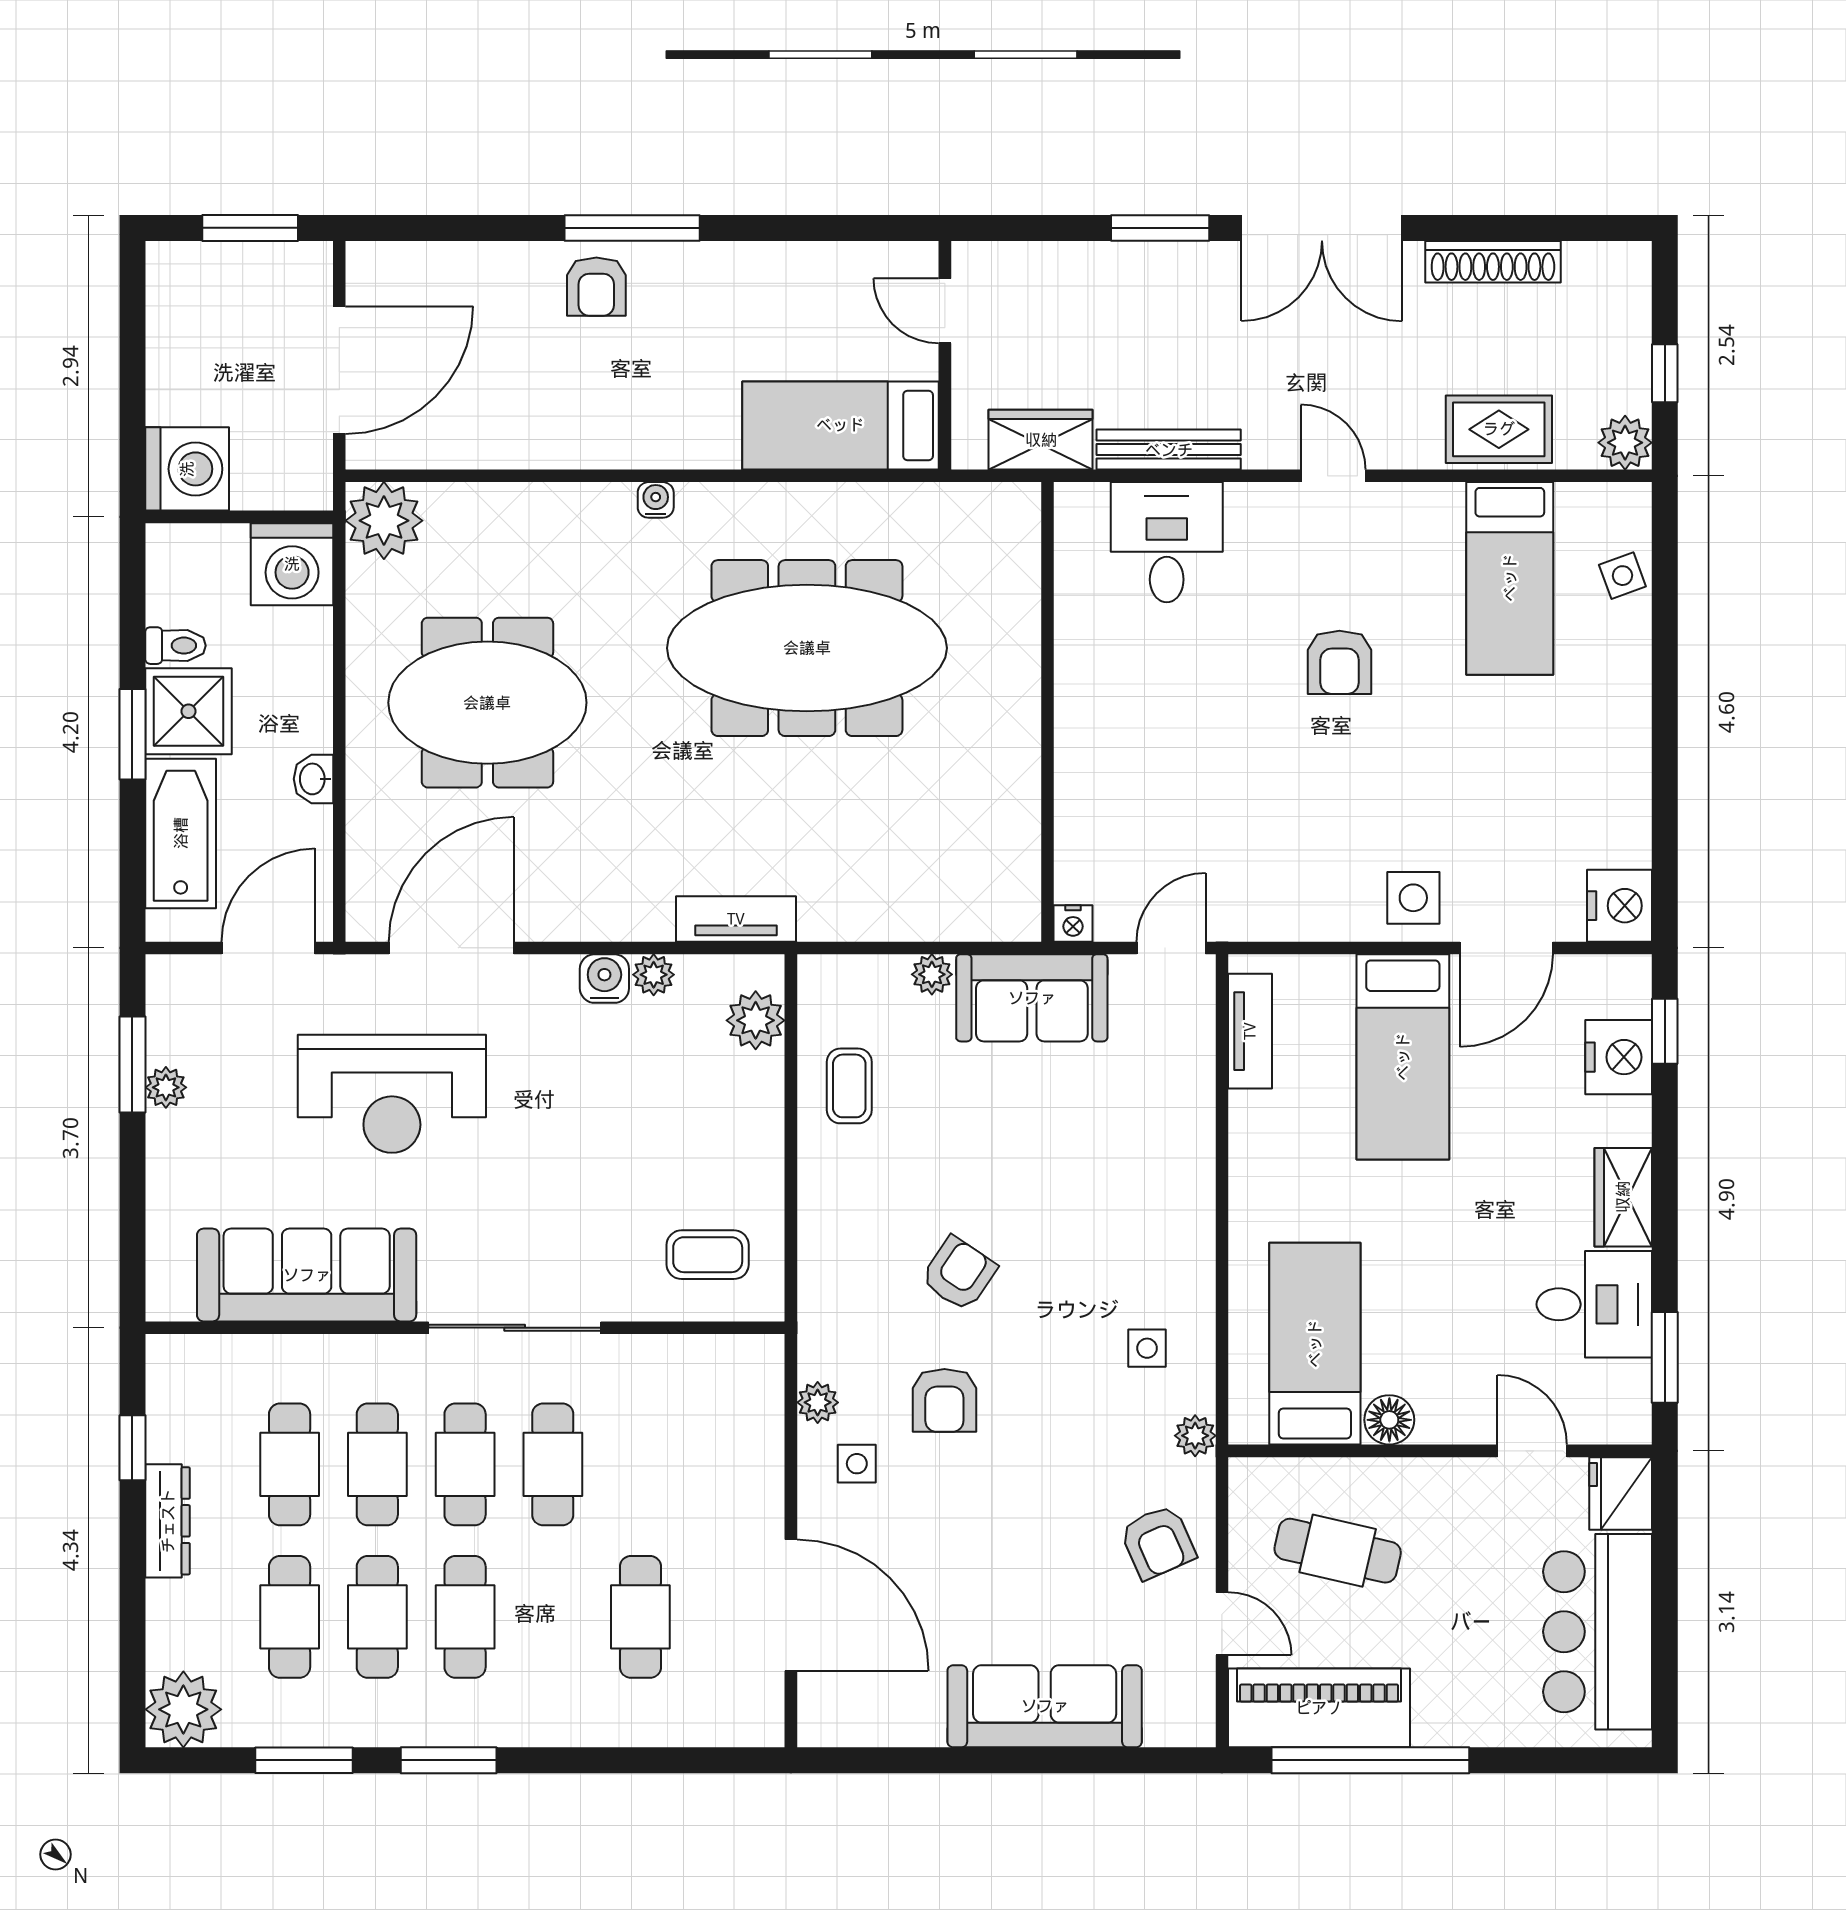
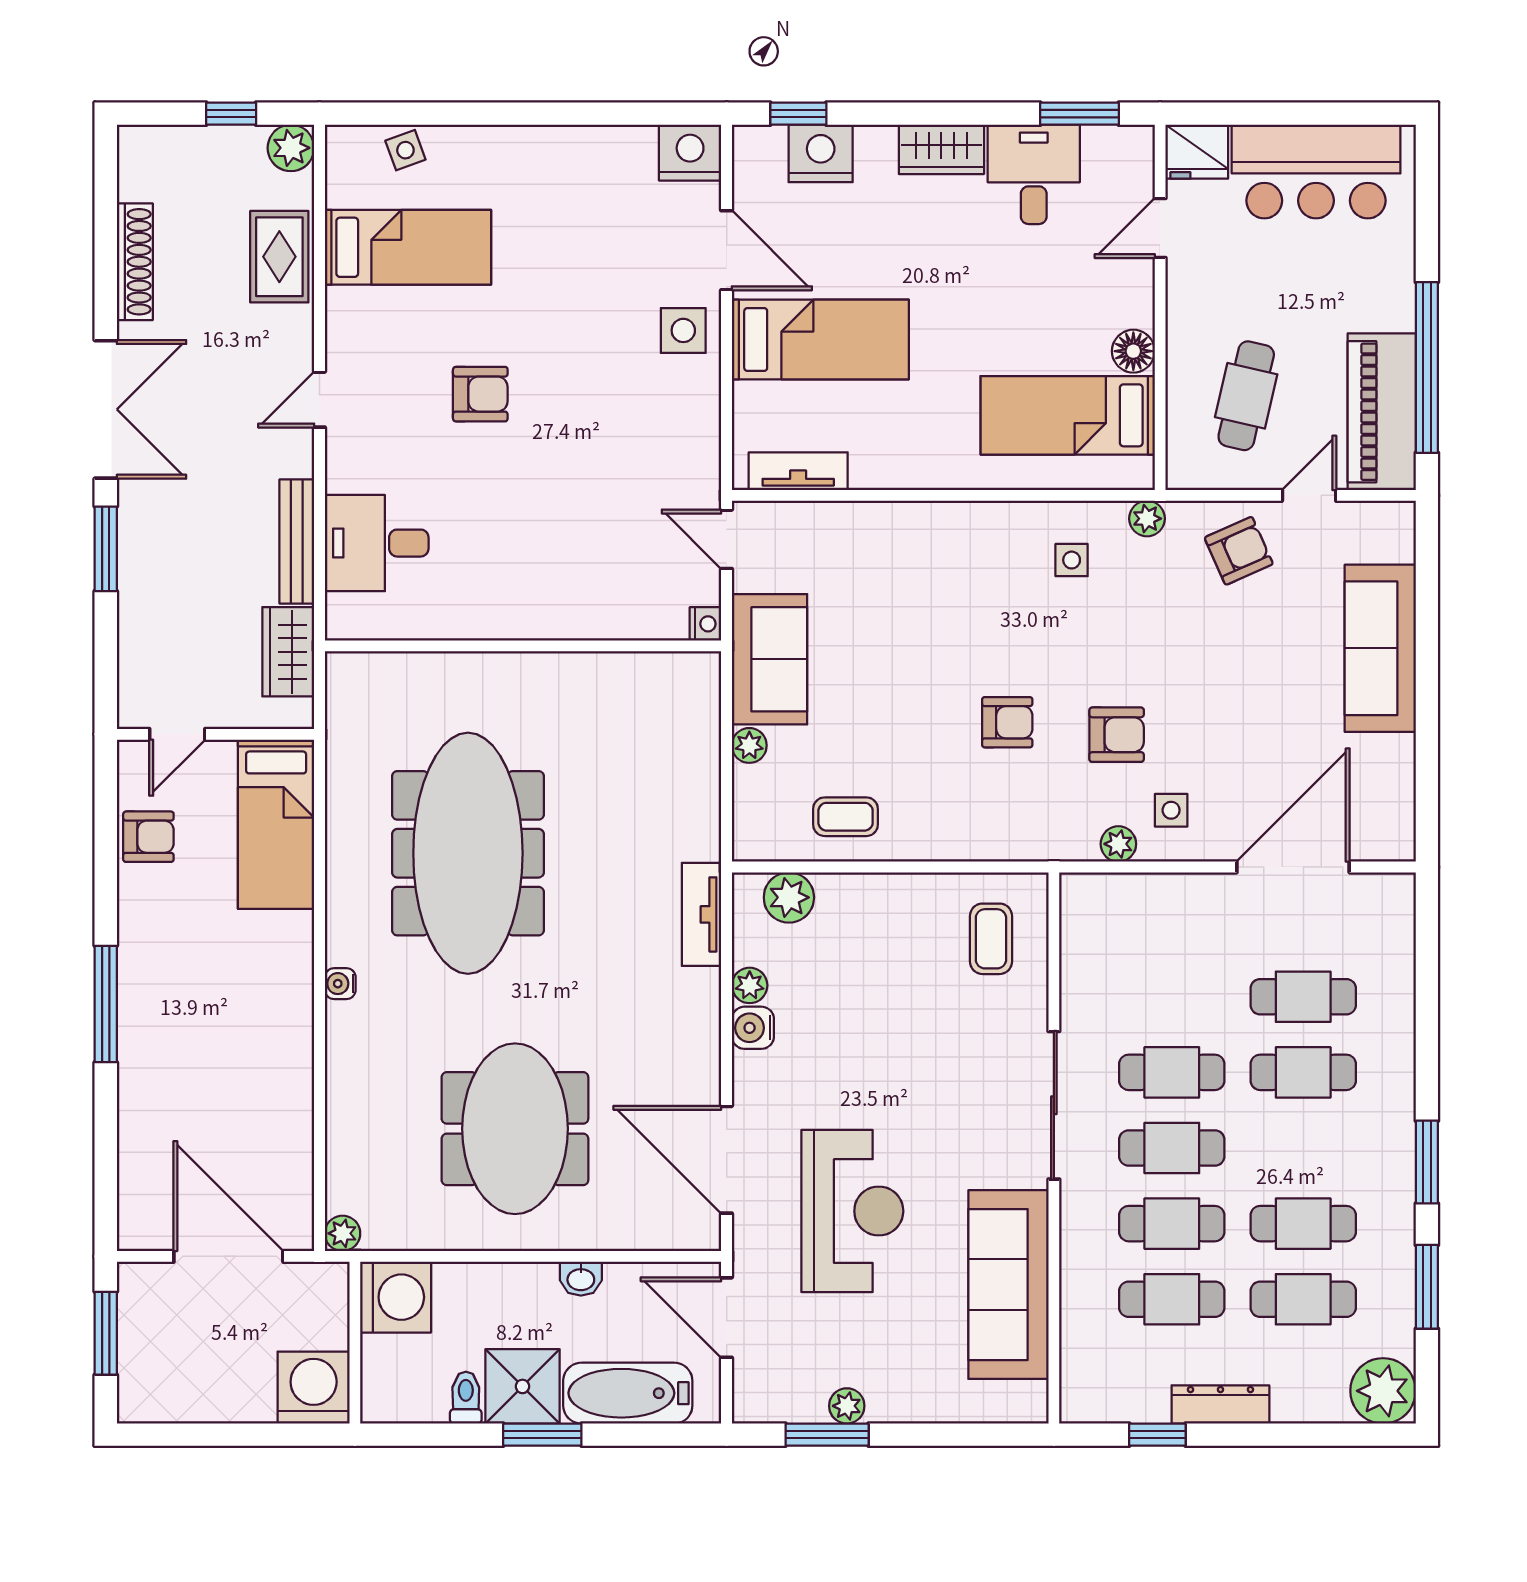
armchair: (596, 287) -> (148, 837), moved
plant: (384, 521) -> (343, 1233), width x0.53, depth x0.53
armchair: (959, 1274) -> (1007, 722), turned 146
cafe table: (465, 1617) -> (1303, 1072), moved

